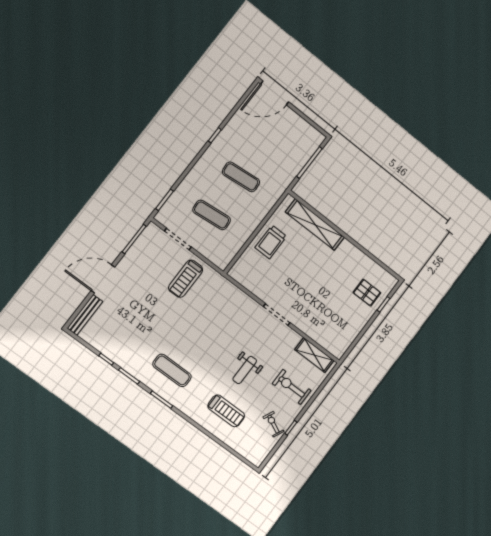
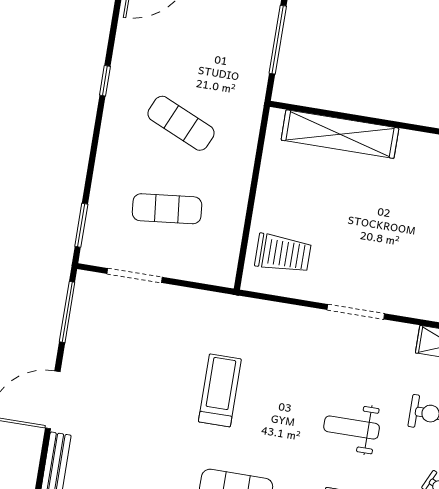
exercise mat: (241, 177) -> (181, 123), turned 30
trolley: (271, 242) -> (283, 253), moved, turned -90
treadmill: (186, 279) -> (220, 390), moved, turned 180
weight bench: (245, 370) -> (352, 427), turned 90

